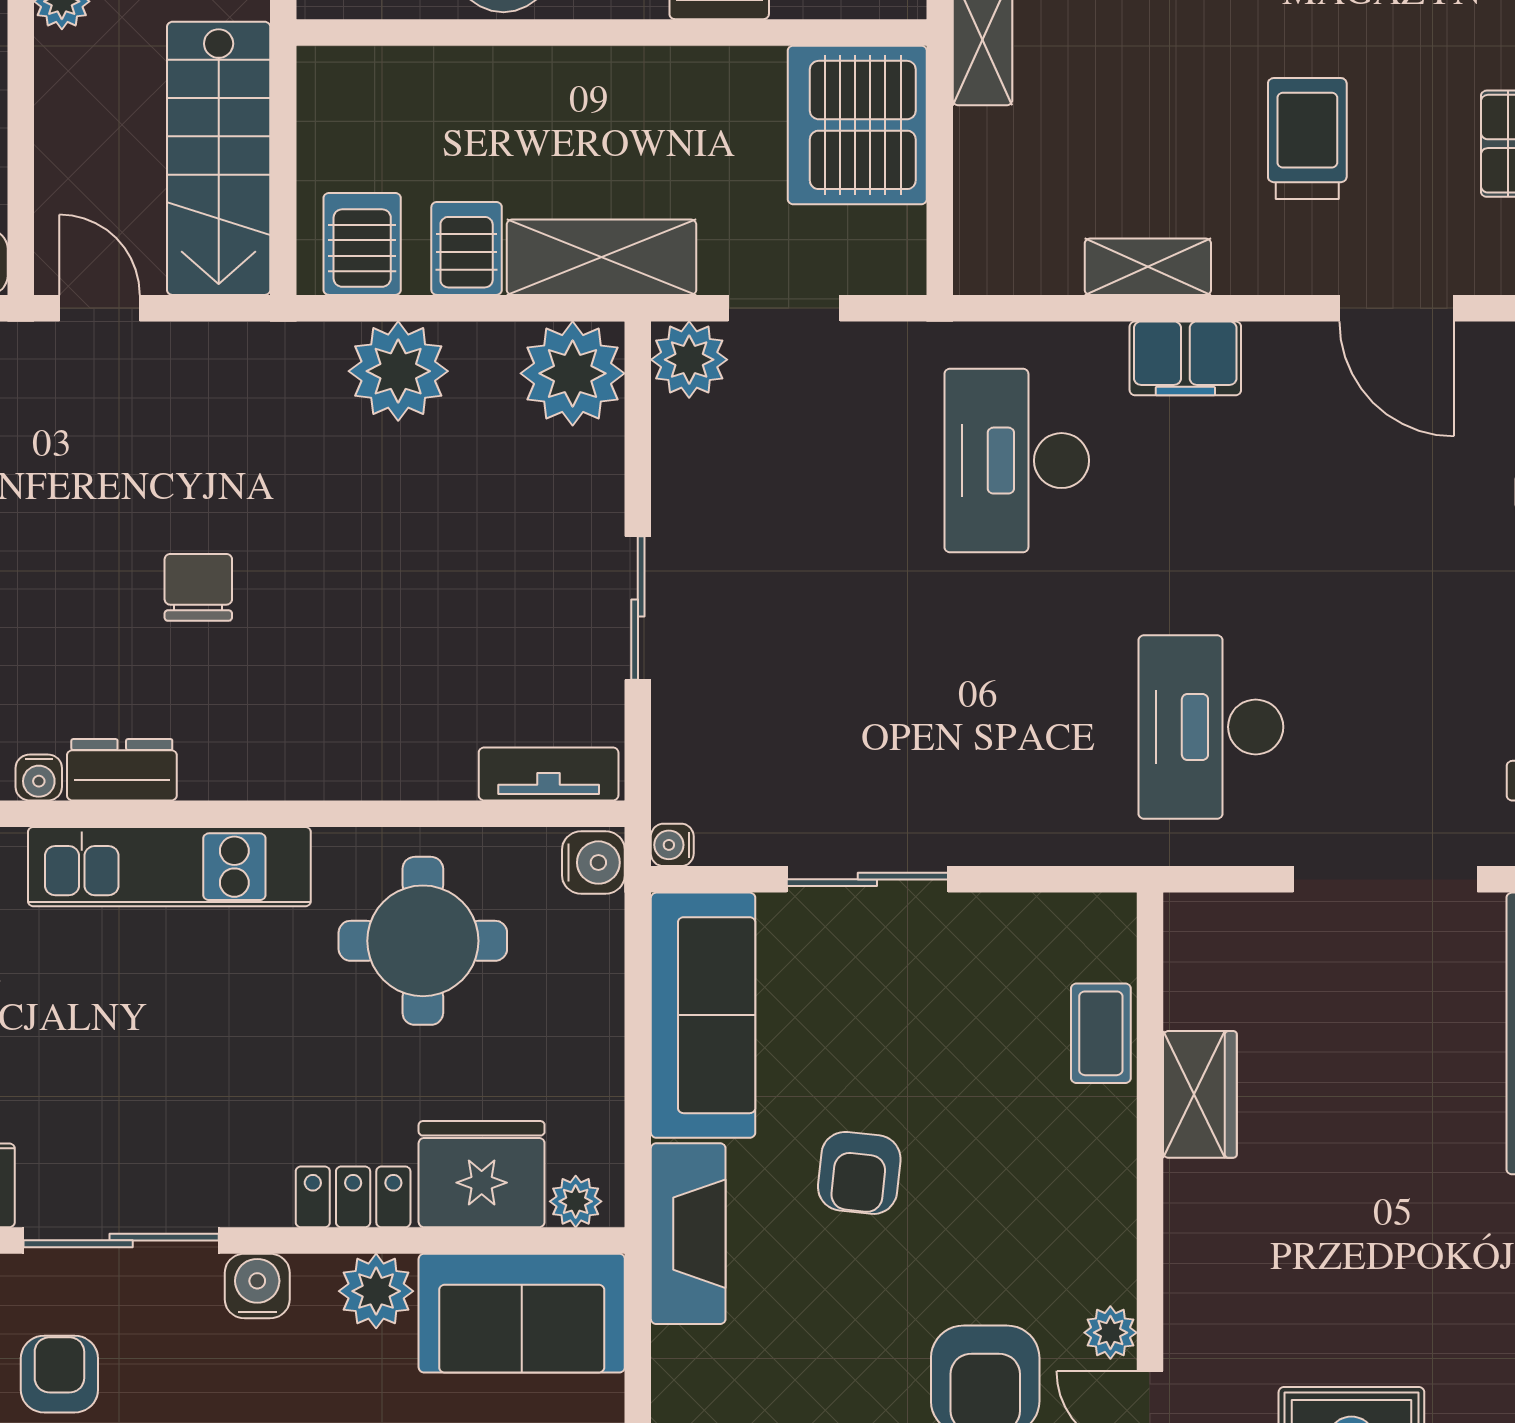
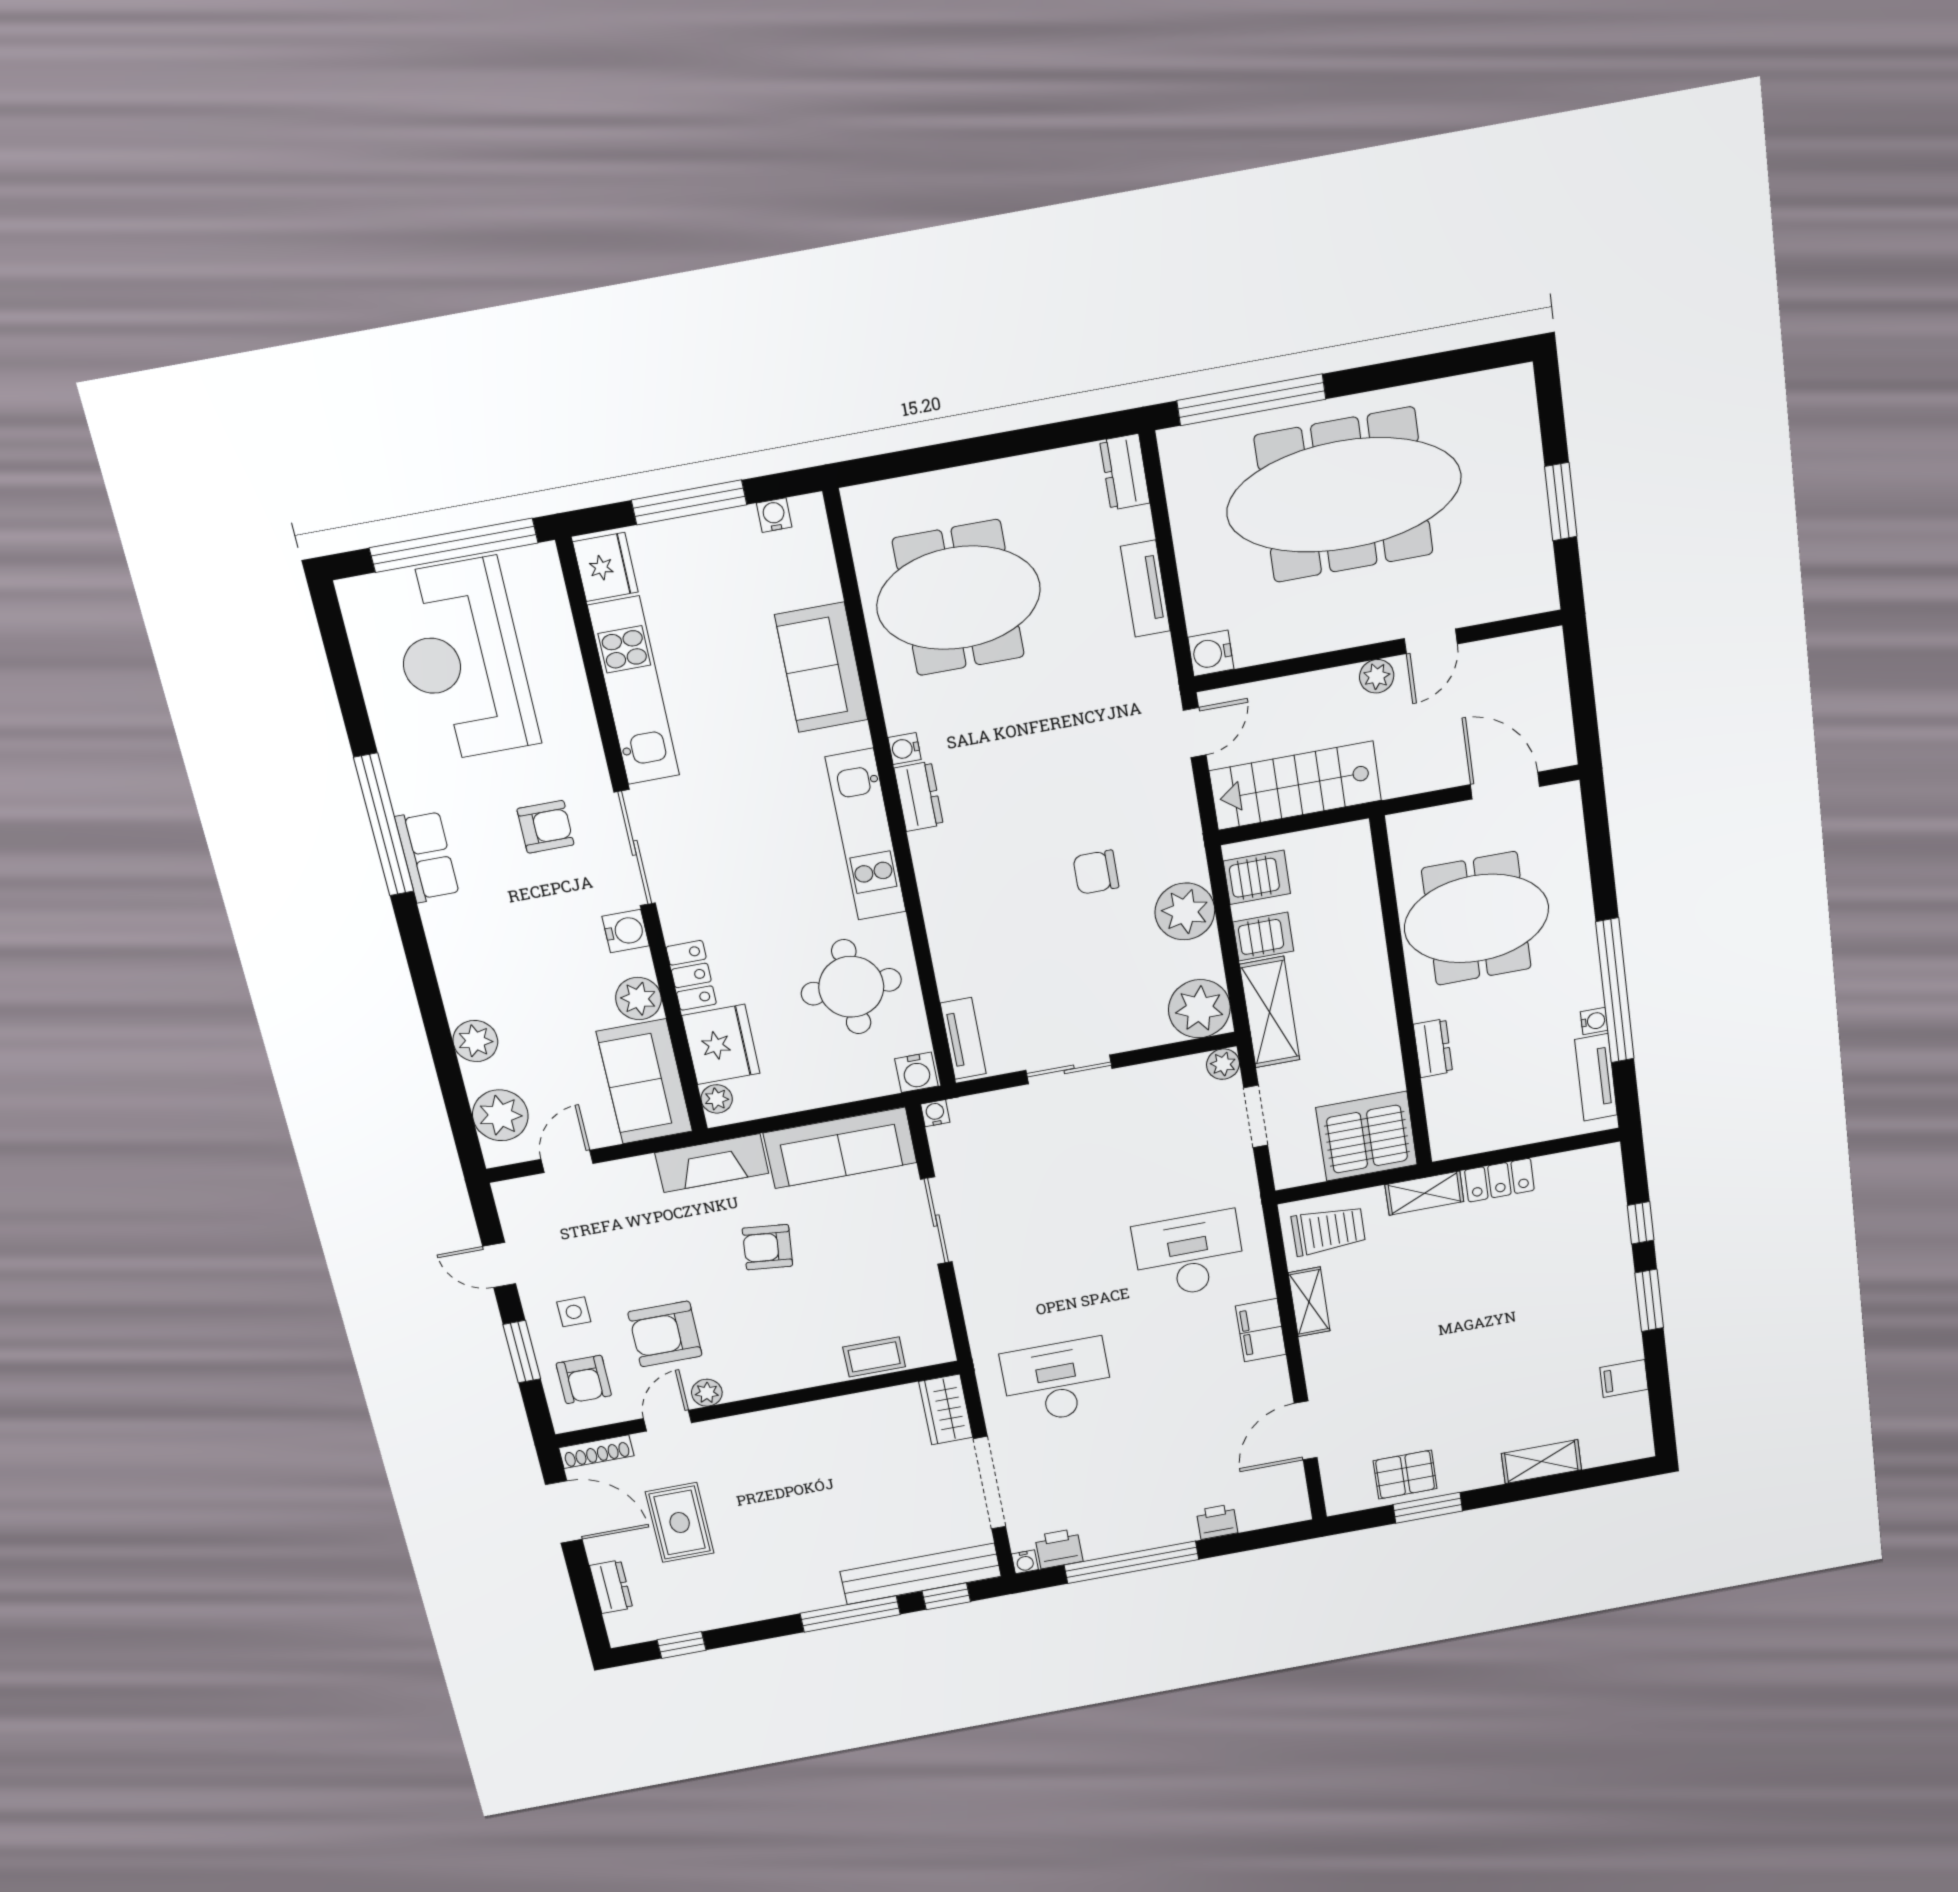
trolley: (1307, 139) -> (1328, 1230), moved
plant: (689, 360) -> (1223, 1064), width x0.73, depth x0.73
chair: (198, 587) -> (1096, 872), moved, turned 180
wardrobe: (1200, 1094) -> (946, 1409), moved, turned 90

